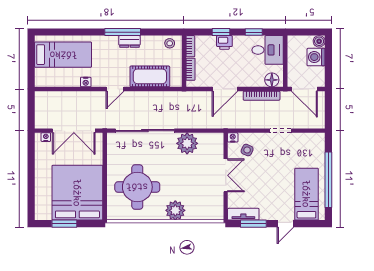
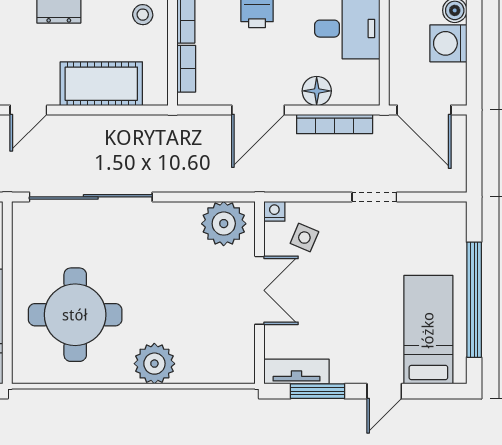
floor lamp: (272, 80) -> (317, 91), moved
plant: (187, 143) -> (224, 224), moved

